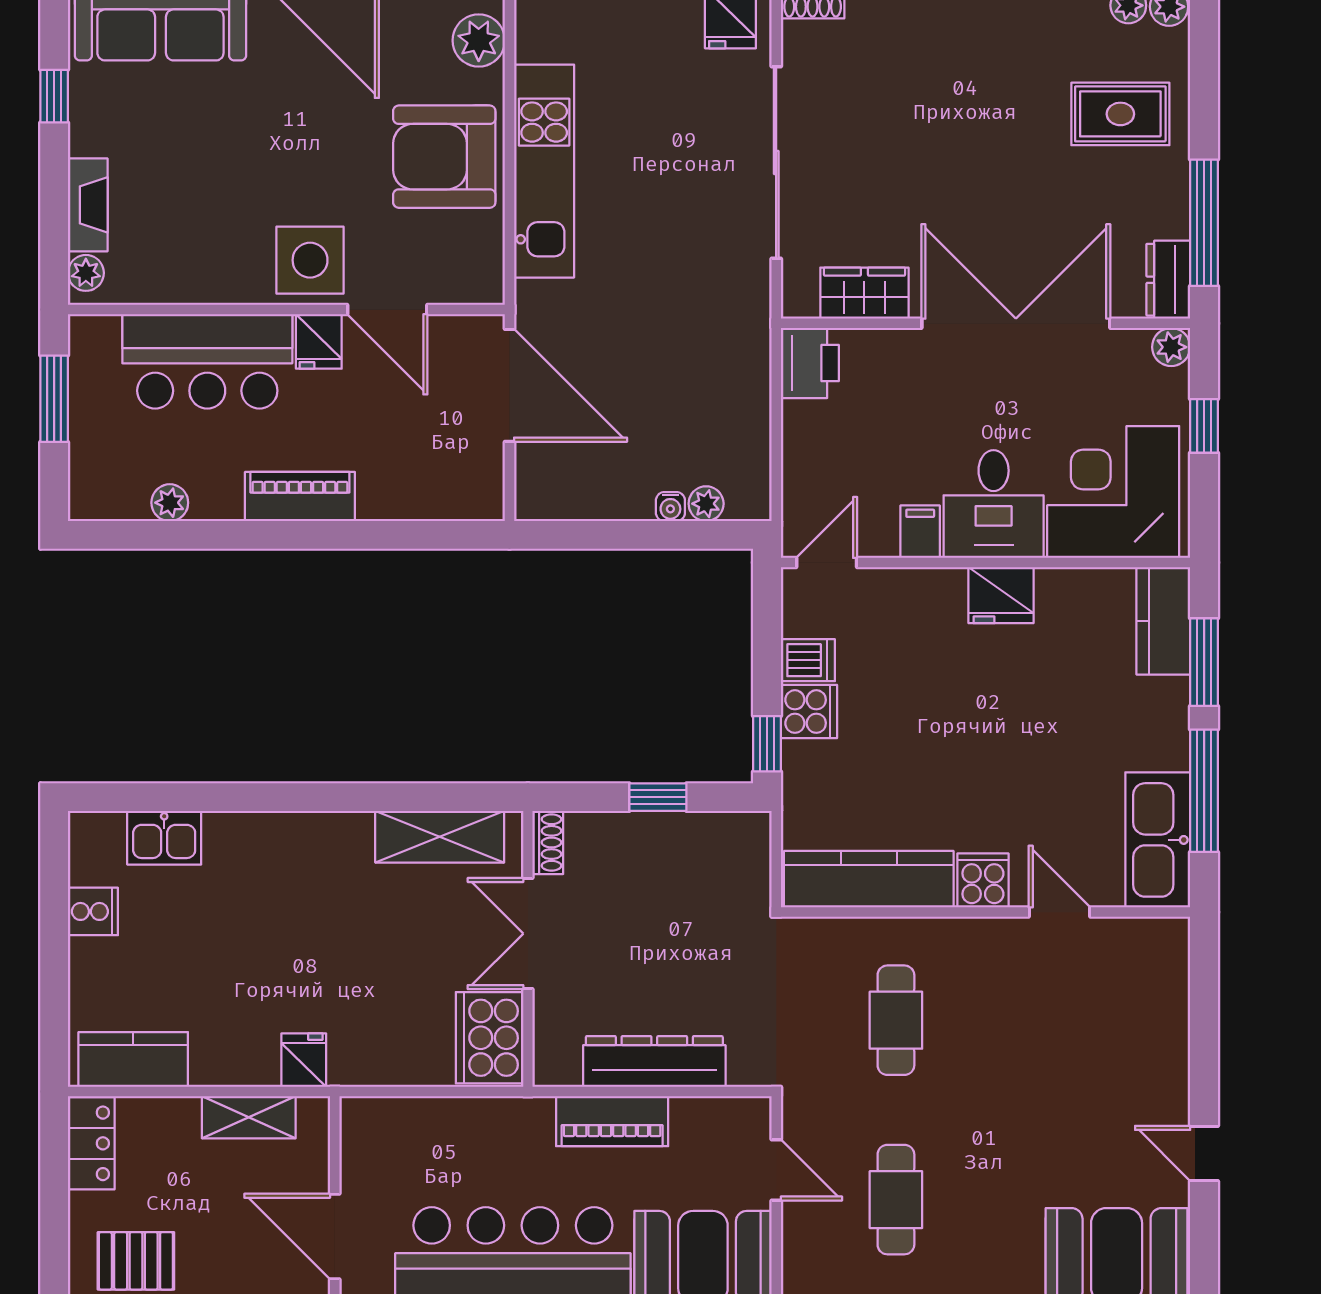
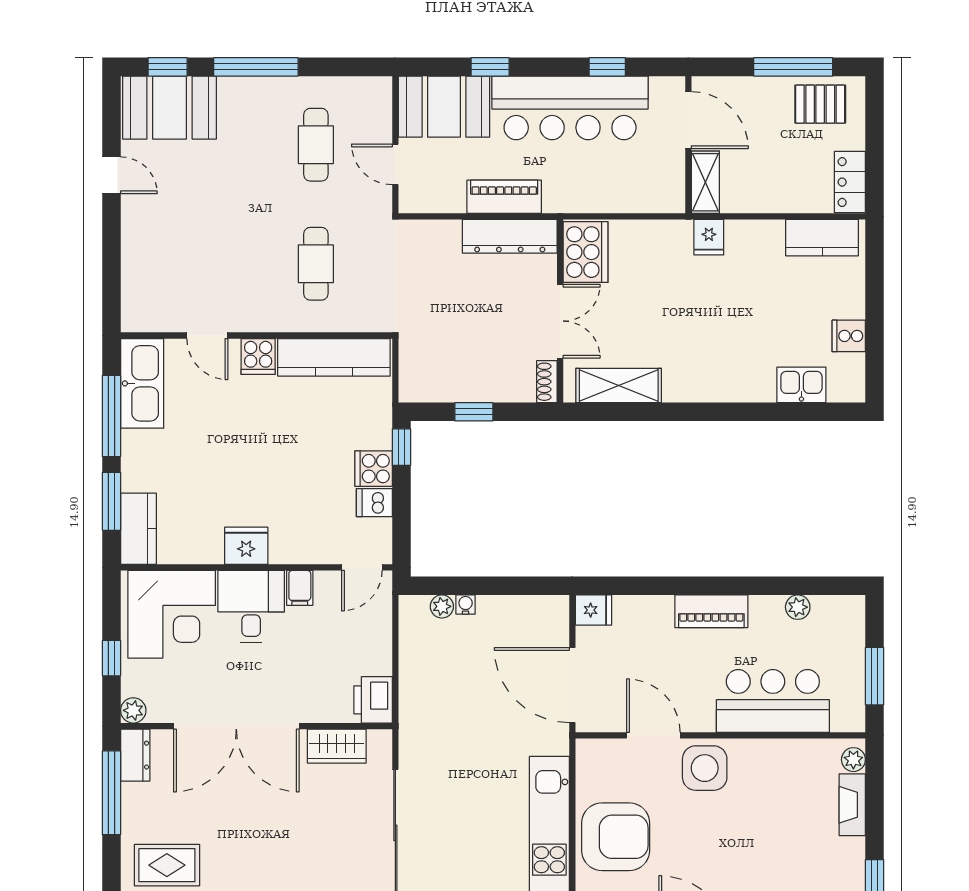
fridge: (319, 341) -> (593, 610), moved, turned 90
dresser: (654, 1061) -> (510, 236), moved
shelving: (249, 1117) -> (705, 182), moved, turned 90

